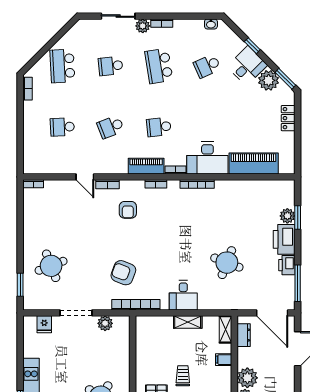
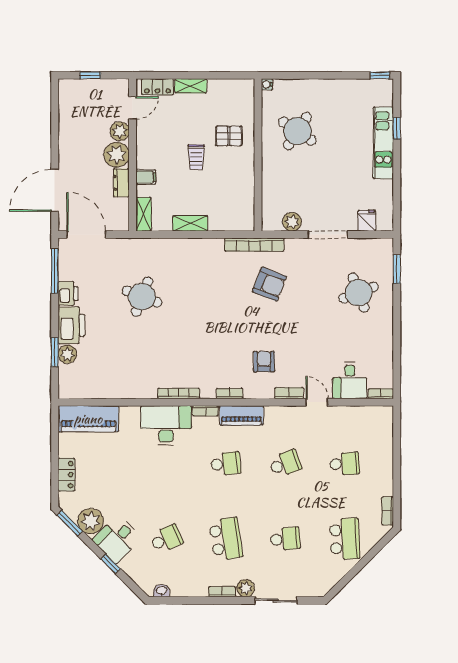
piano: (254, 163) -> (88, 419), moved
desk: (183, 295) -> (350, 381), moved, turned 180
dresser: (244, 335) -> (121, 183), moved

